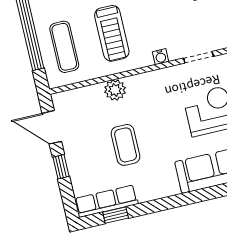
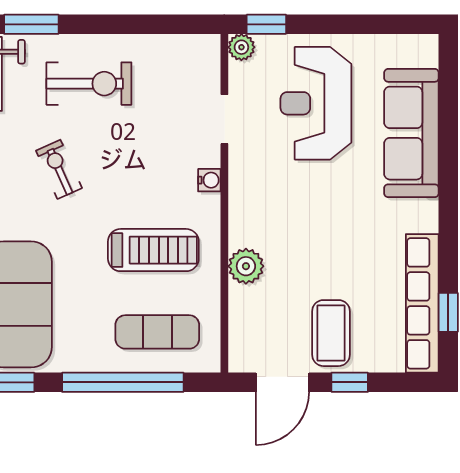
coffee table: (126, 145) -> (331, 333), moved, turned 90
row of seats: (106, 201) -> (422, 303), width x1.36

